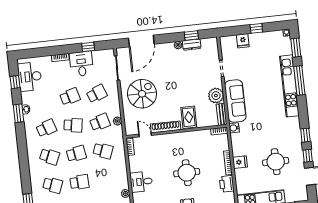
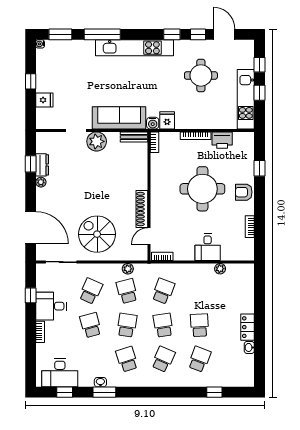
kitchen unit: (289, 86) -> (135, 48), moved
school desk: (97, 94) -> (91, 291), turned 45
plant: (216, 96) -> (97, 141), moved
rug: (189, 117) -> (133, 179), removed
fridge: (240, 162) -> (167, 120), moved
round table: (187, 173) -> (202, 189), width x1.36, depth x1.36

